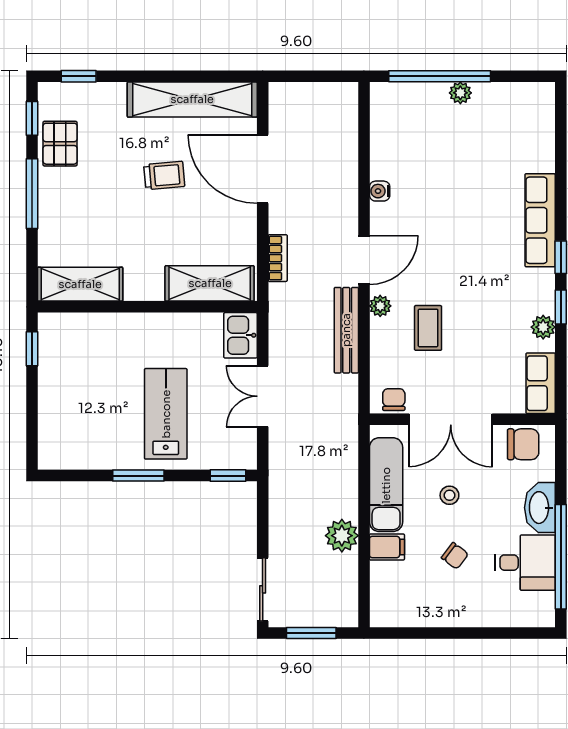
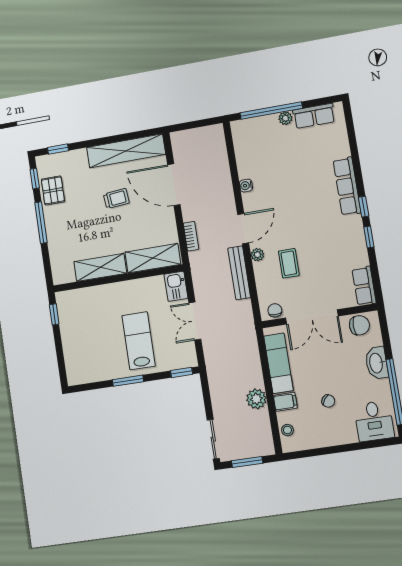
row of seats: (506, 97) -> (314, 116), added
shelving: (80, 284) -> (100, 267), moved
plant: (543, 327) -> (360, 251), removed
stool: (449, 495) -> (287, 430), moved
desk: (525, 563) -> (374, 421), moved, turned 90

